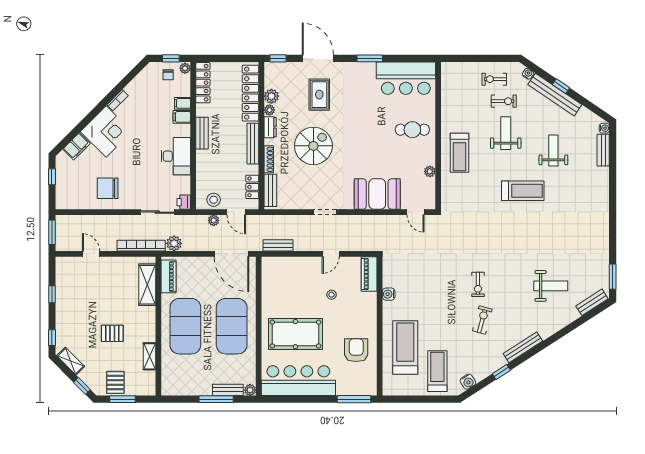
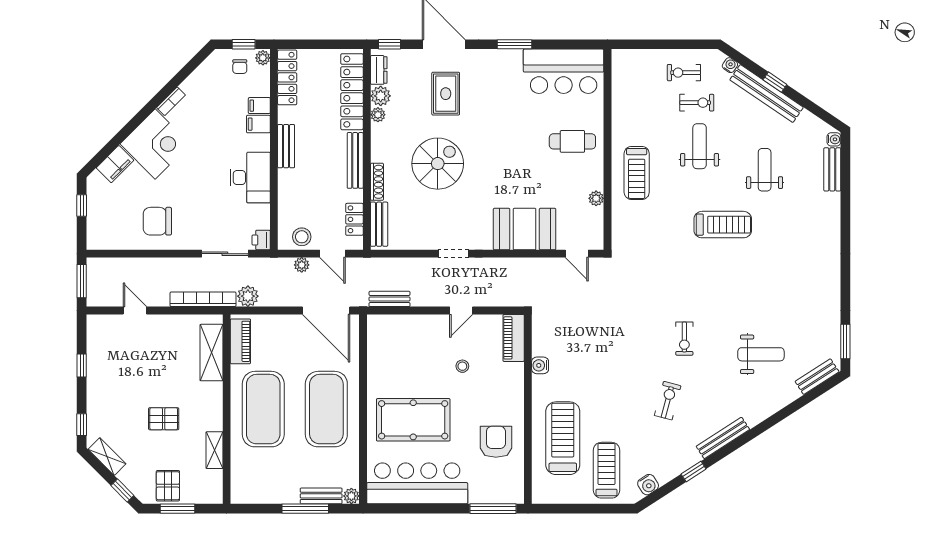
dresser: (270, 127) -> (379, 70), moved
exercise bike: (478, 284) -> (684, 339), moved

